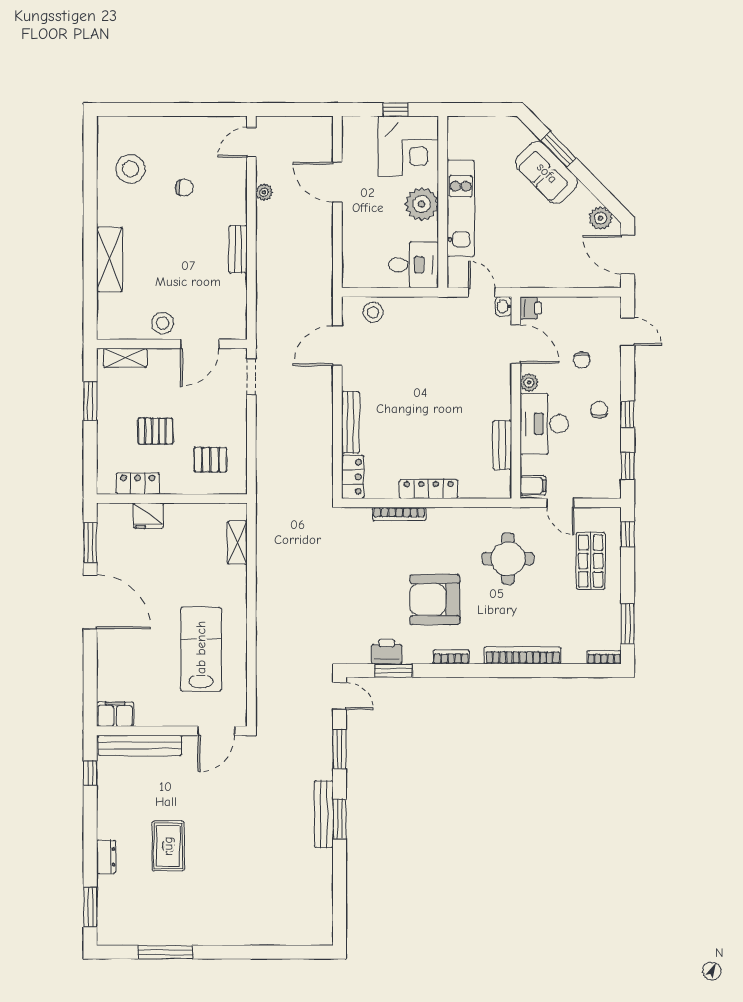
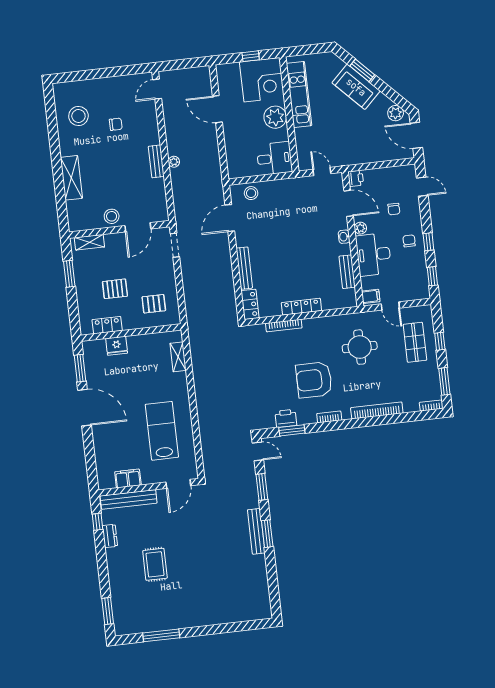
plant: (264, 192) -> (174, 162), moved
kitchen unit: (461, 208) -> (299, 94), moved
washbasin: (504, 306) -> (344, 237), moved
window: (628, 534) -> (440, 341), moved
filing cabinet: (115, 714) -> (128, 478), moved
dresser: (106, 857) -> (110, 536), moved

